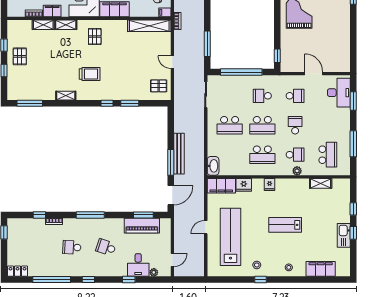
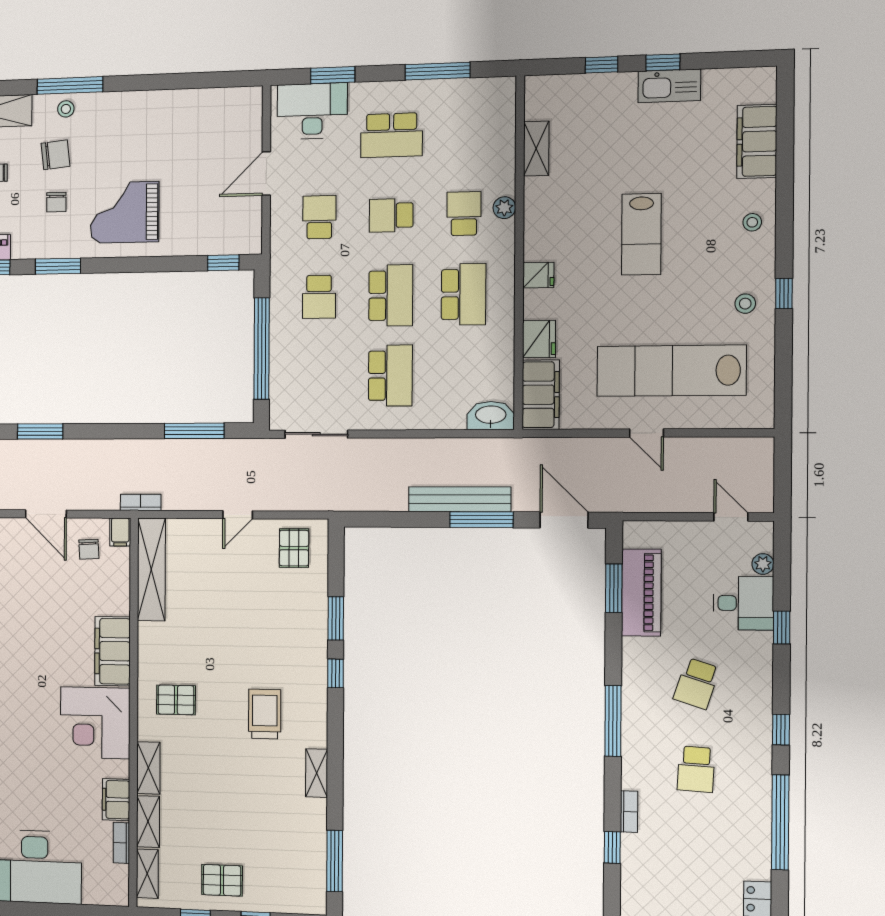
shelving: (21, 25) -> (147, 874), added
school desk: (328, 155) -> (392, 135), moved, turned 180

